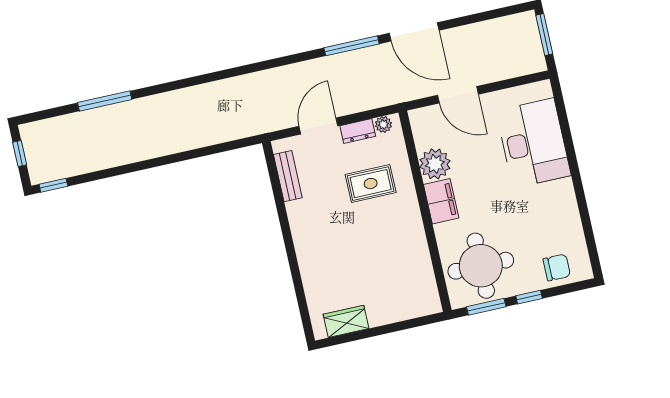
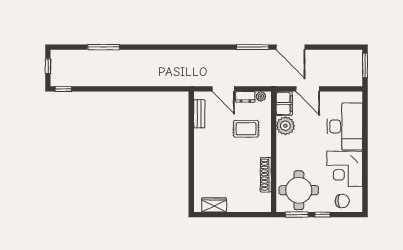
door: (318, 126) -> (223, 89), swing flipped
filing cabinet: (441, 201) -> (284, 104), moved
corner desk: (549, 213) -> (345, 169), added
shoe rack: (420, 252) -> (266, 175), added

